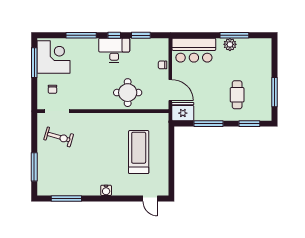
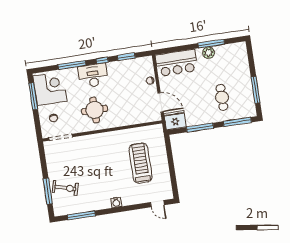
desk: (114, 50) -> (93, 76), moved
round table: (128, 93) -> (95, 110), moved
window: (249, 124) -> (237, 122), width x1.44
exercise bike: (59, 137) -> (65, 188), moved

